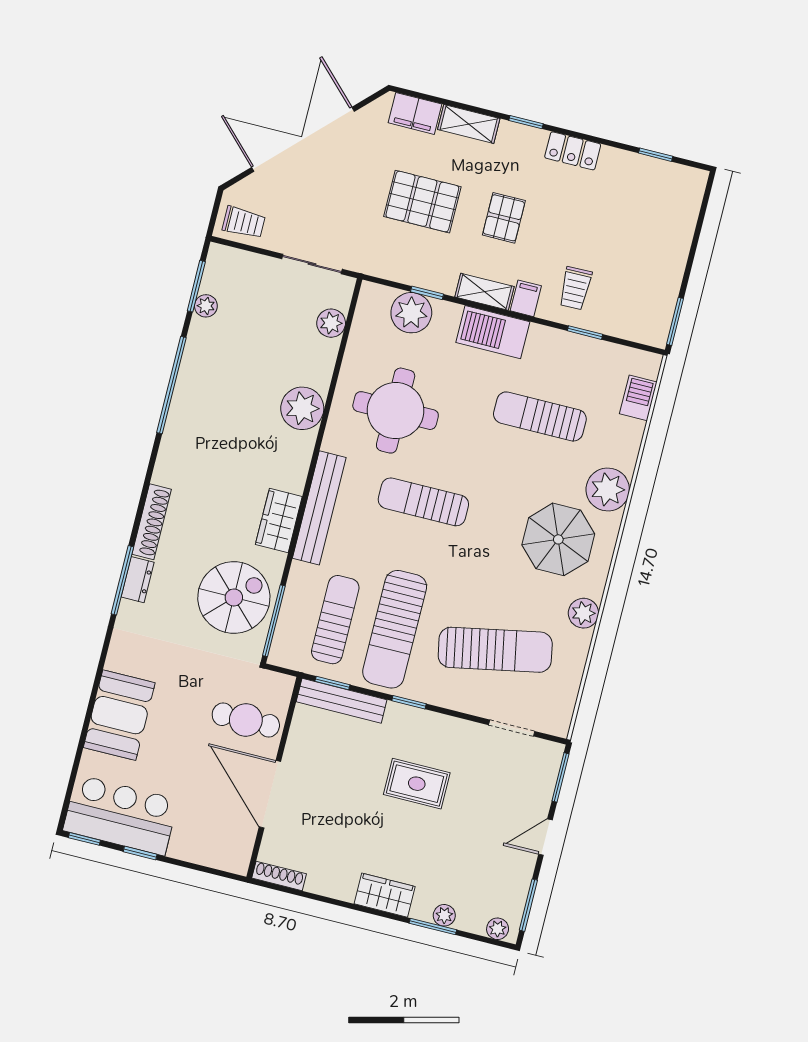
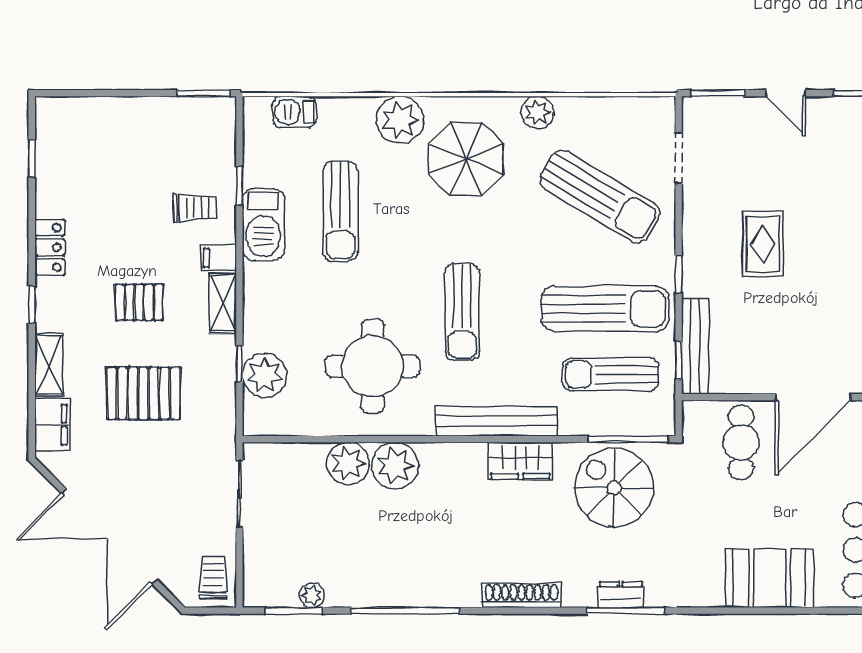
pallet: (422, 202) -> (144, 393), turned 90
plant: (331, 323) -> (348, 463), moved, width x1.36, depth x1.36
barbecue: (493, 332) -> (263, 225), moved
shoe rack: (152, 522) -> (521, 595), moved
sun lounger: (495, 650) -> (600, 197), turned 132

